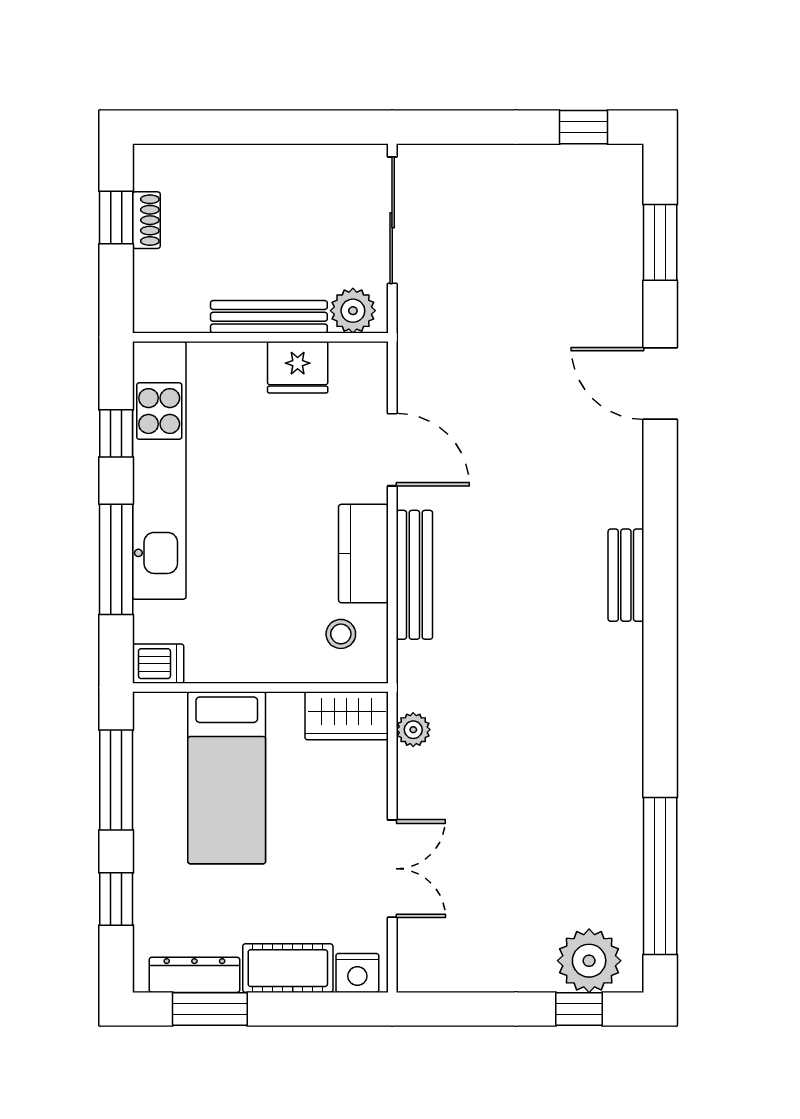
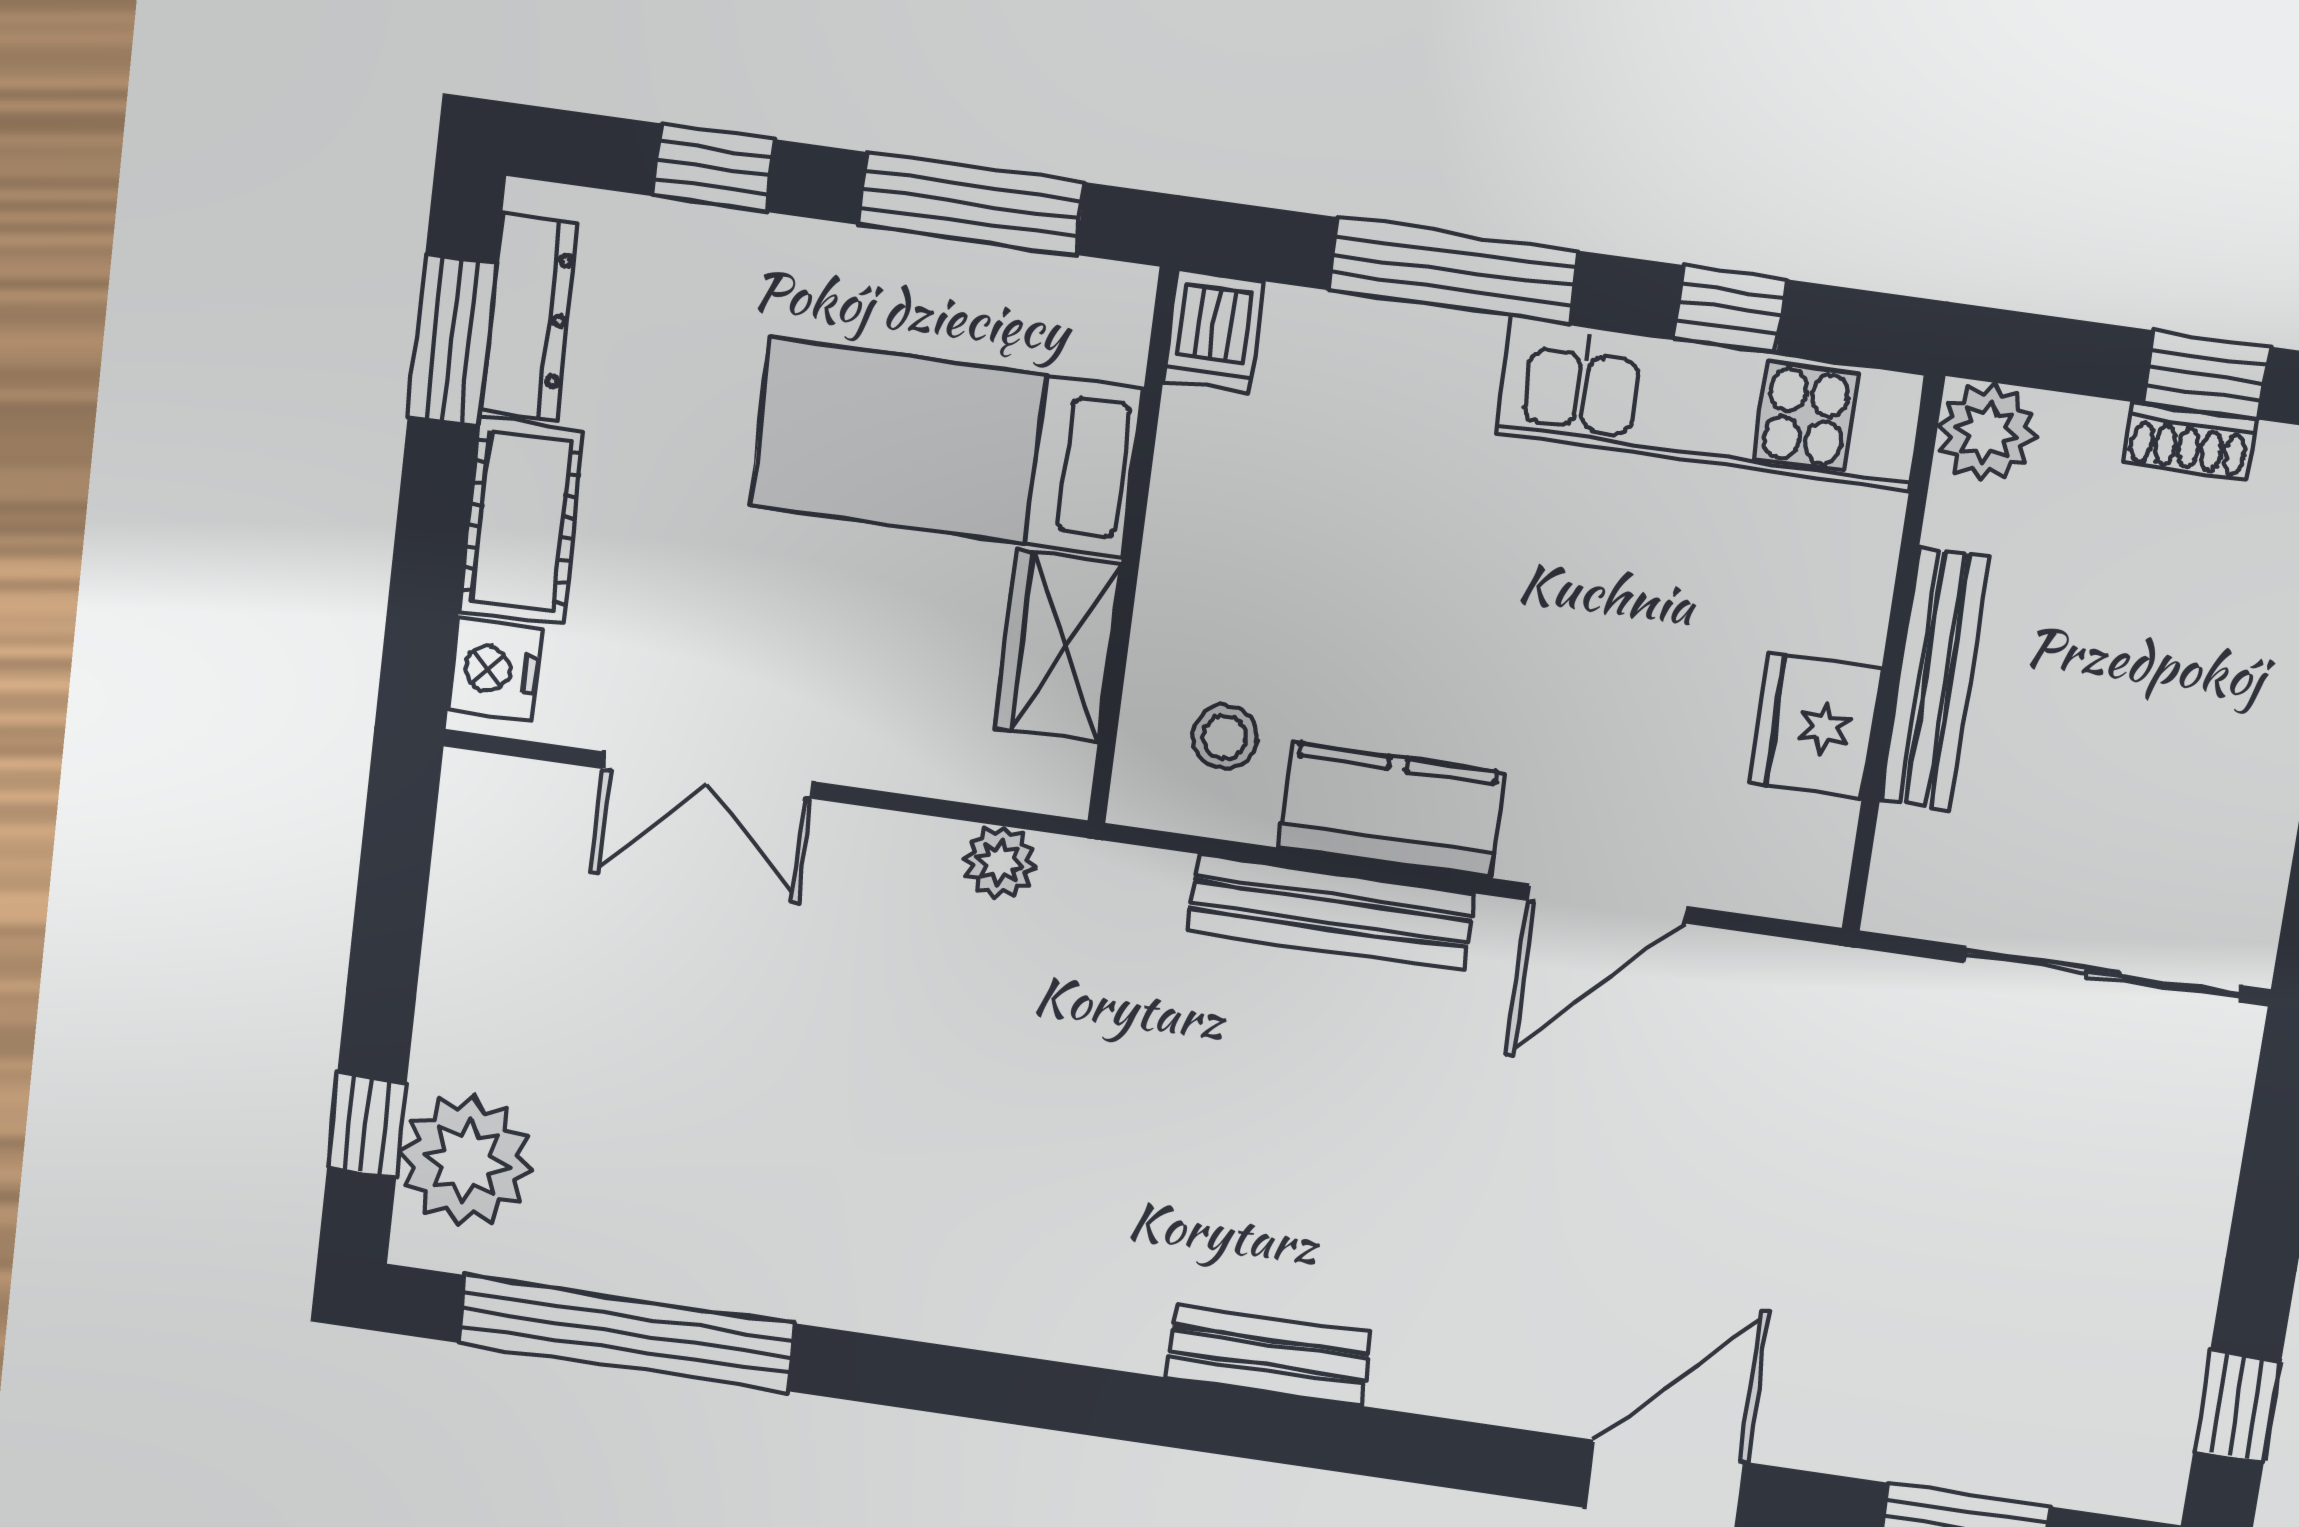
plant: (353, 311) -> (1987, 432), moved
kitchen unit: (159, 470) -> (1711, 403), width x0.73
wardrobe: (347, 716) -> (1057, 647), moved

